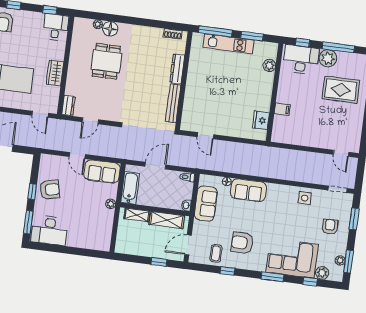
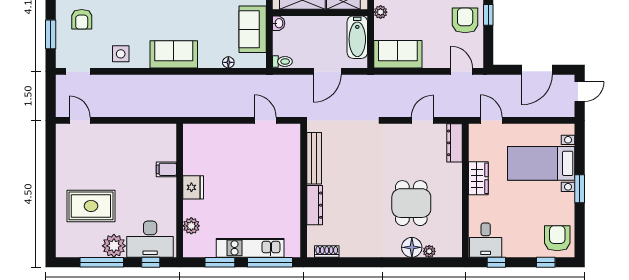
dresser: (68, 105) -> (455, 143), width x1.44
fridge: (261, 120) -> (193, 187), moved
door: (77, 155) -> (462, 71), moved
armchair: (50, 190) -> (465, 20), turned 103
sofa: (248, 190) -> (174, 54), moved

